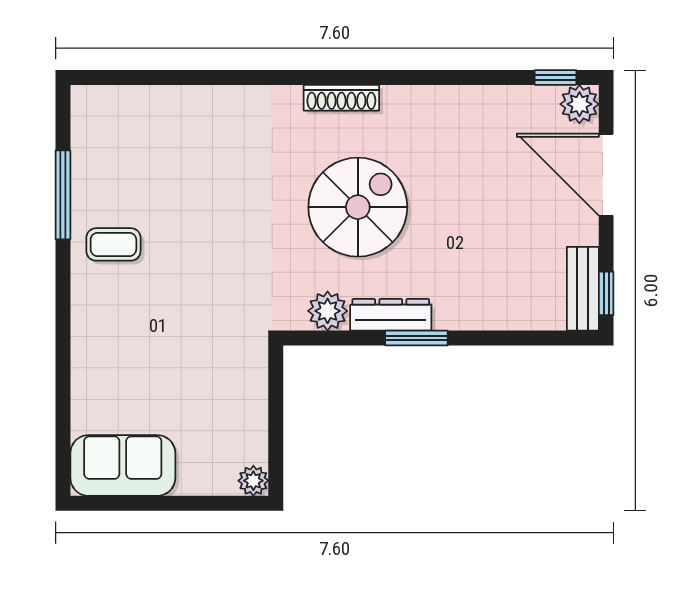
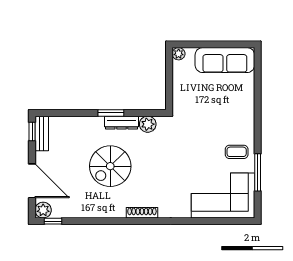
corner sofa: (146, 139) -> (223, 196), added
spiral stairs: (358, 207) -> (110, 166), moved
sofa: (123, 465) -> (225, 60), width x1.36

